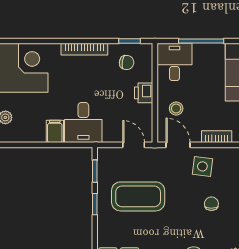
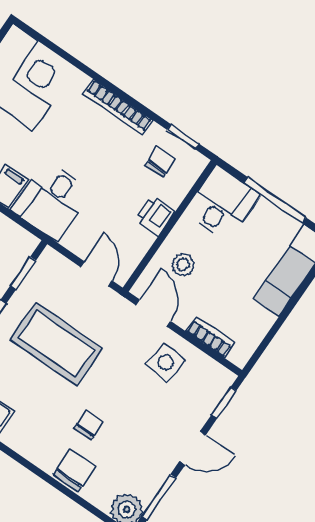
chair: (127, 62) -> (160, 162), turned -99
chair: (211, 204) -> (89, 425), moved

